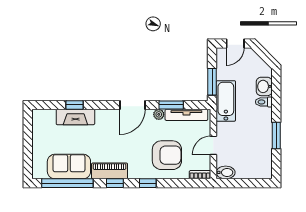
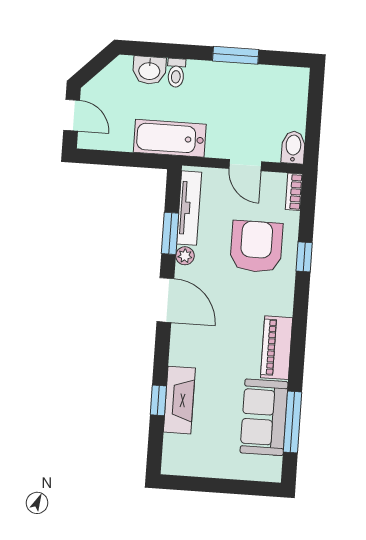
window: (212, 82) -> (135, 160), removed
window: (67, 183) -> (293, 422), width x0.68
window: (115, 183) -> (298, 340), removed
window: (148, 183) -> (304, 257), moved

